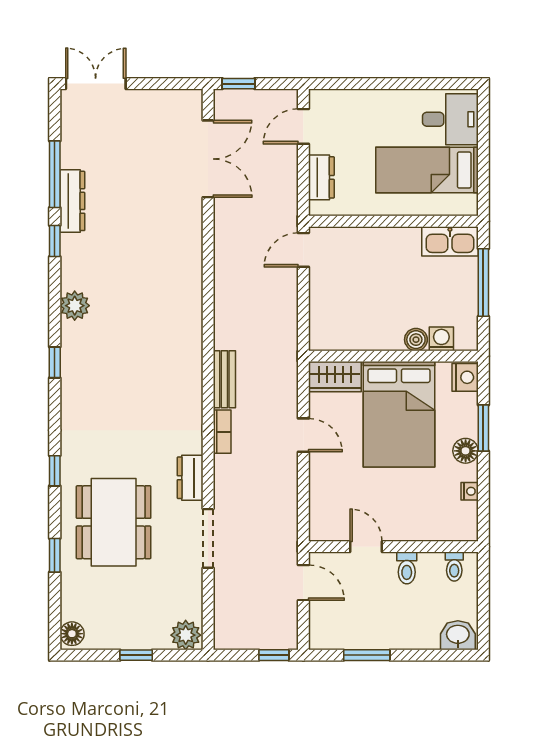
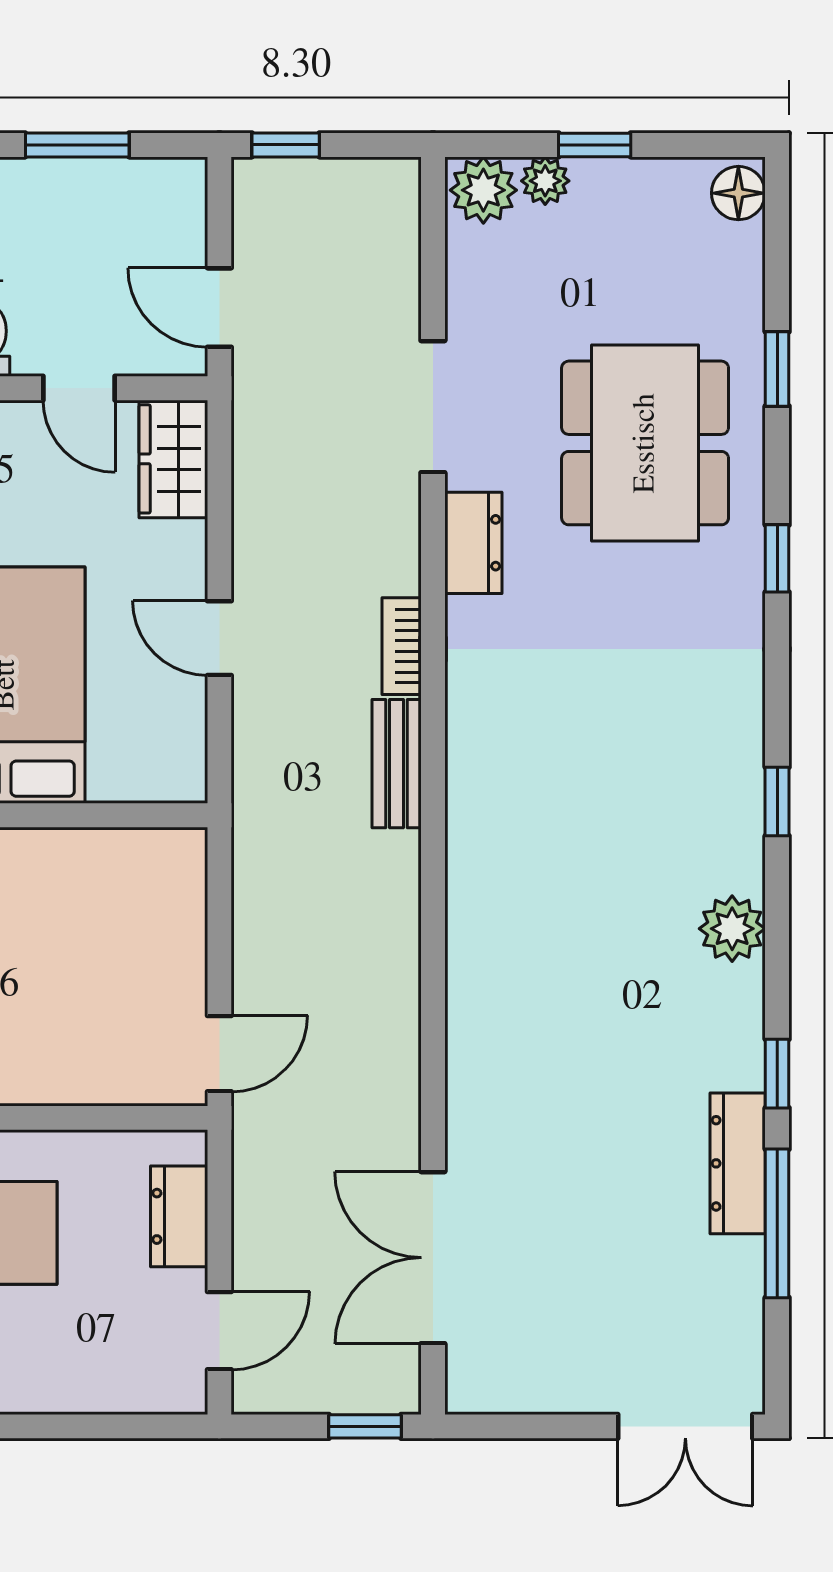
wardrobe: (335, 377) -> (173, 459), moved, turned -90
plant: (158, 639) -> (545, 181), added

